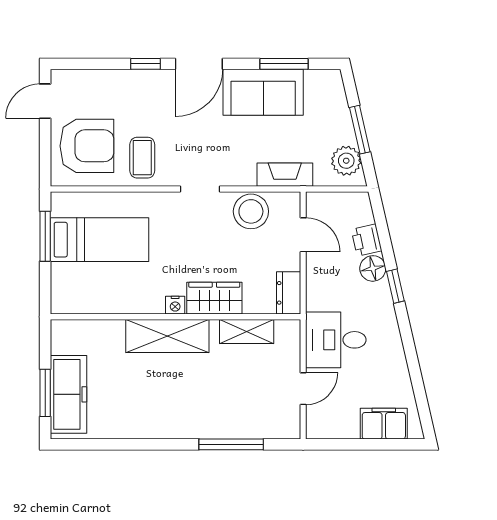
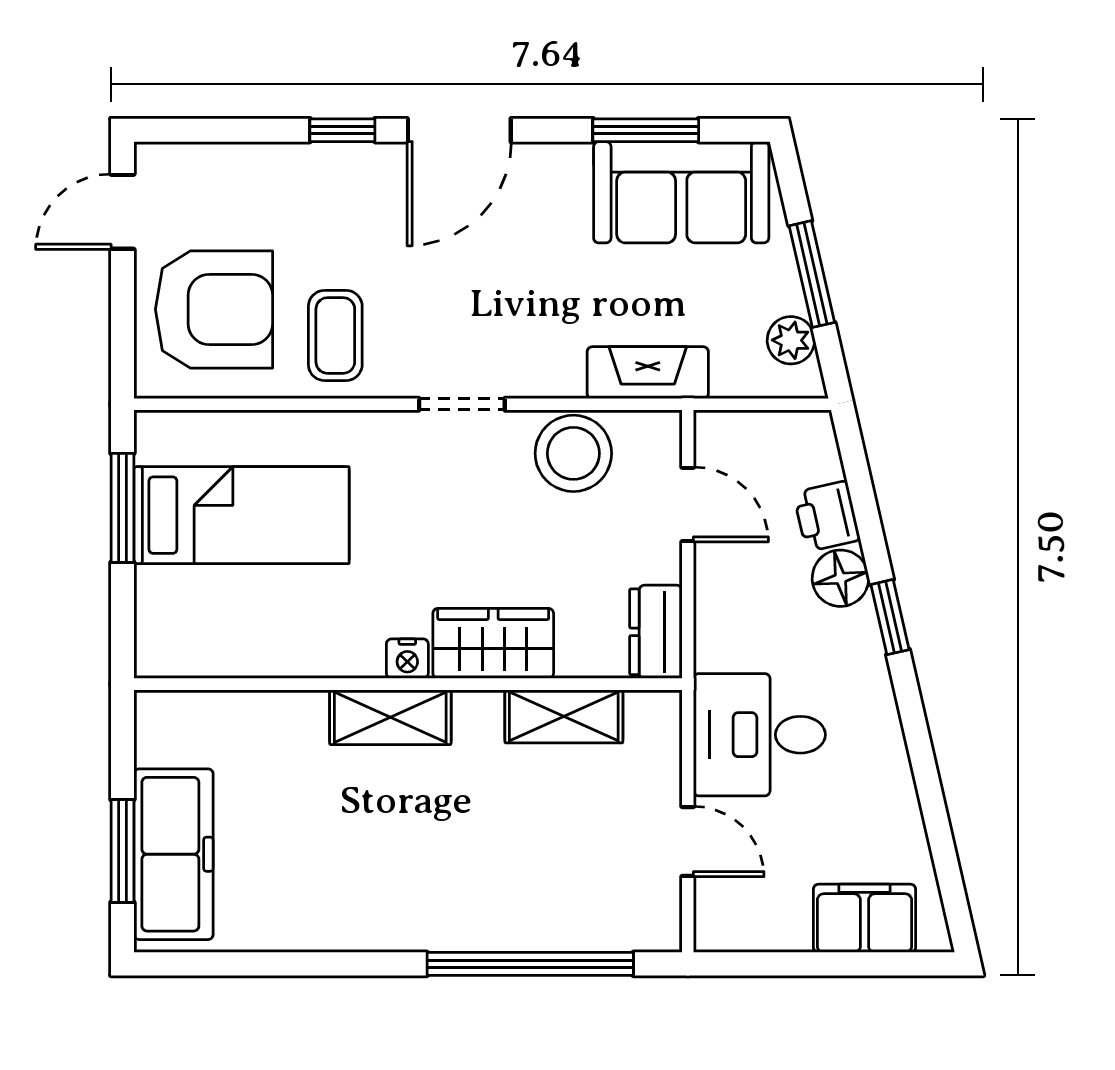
sofa: (263, 92) -> (681, 192), moved
plant: (346, 161) -> (791, 340), width x0.73, depth x0.73
shelving: (167, 336) -> (390, 717), width x0.67, depth x0.75
door: (303, 389) -> (688, 842), hinge flipped
window: (231, 444) -> (530, 964), width x1.46

